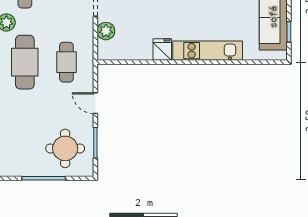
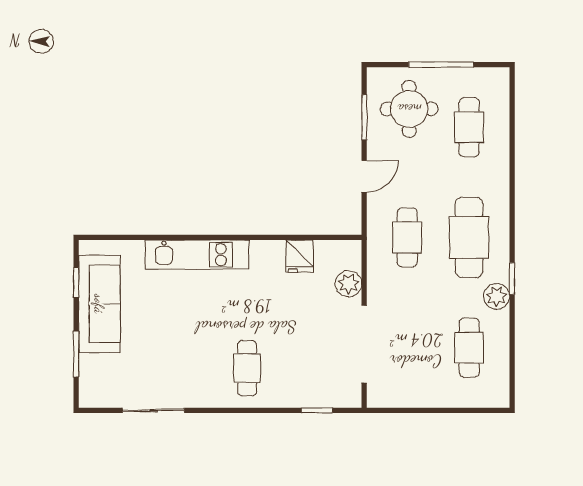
fridge: (162, 50) -> (300, 256), moved
door: (95, 103) -> (364, 176), hinge flipped
cafe table: (25, 136) -> (469, 127), added

